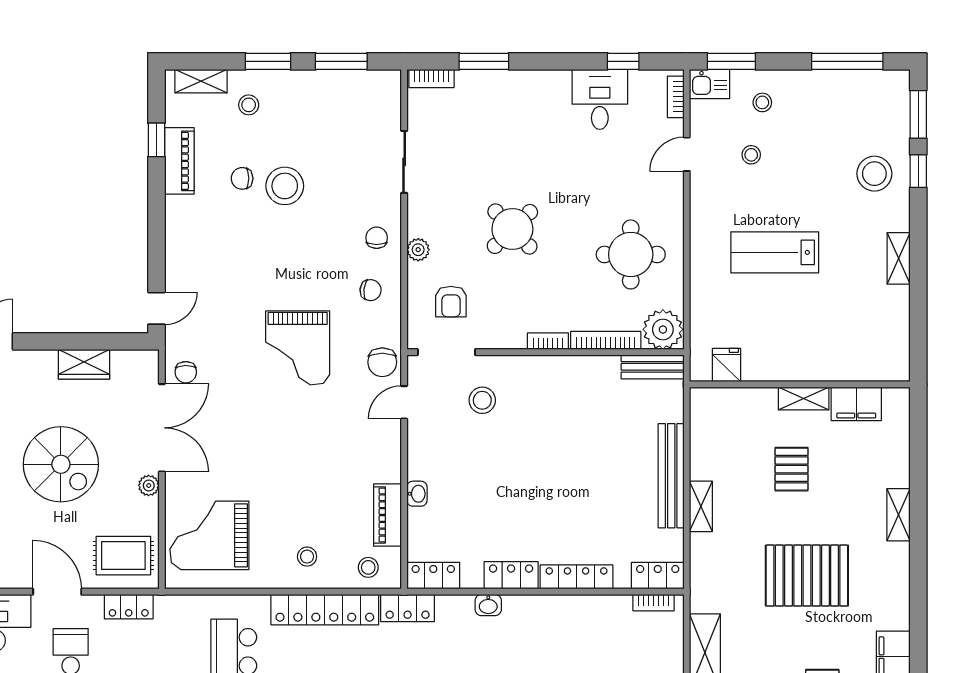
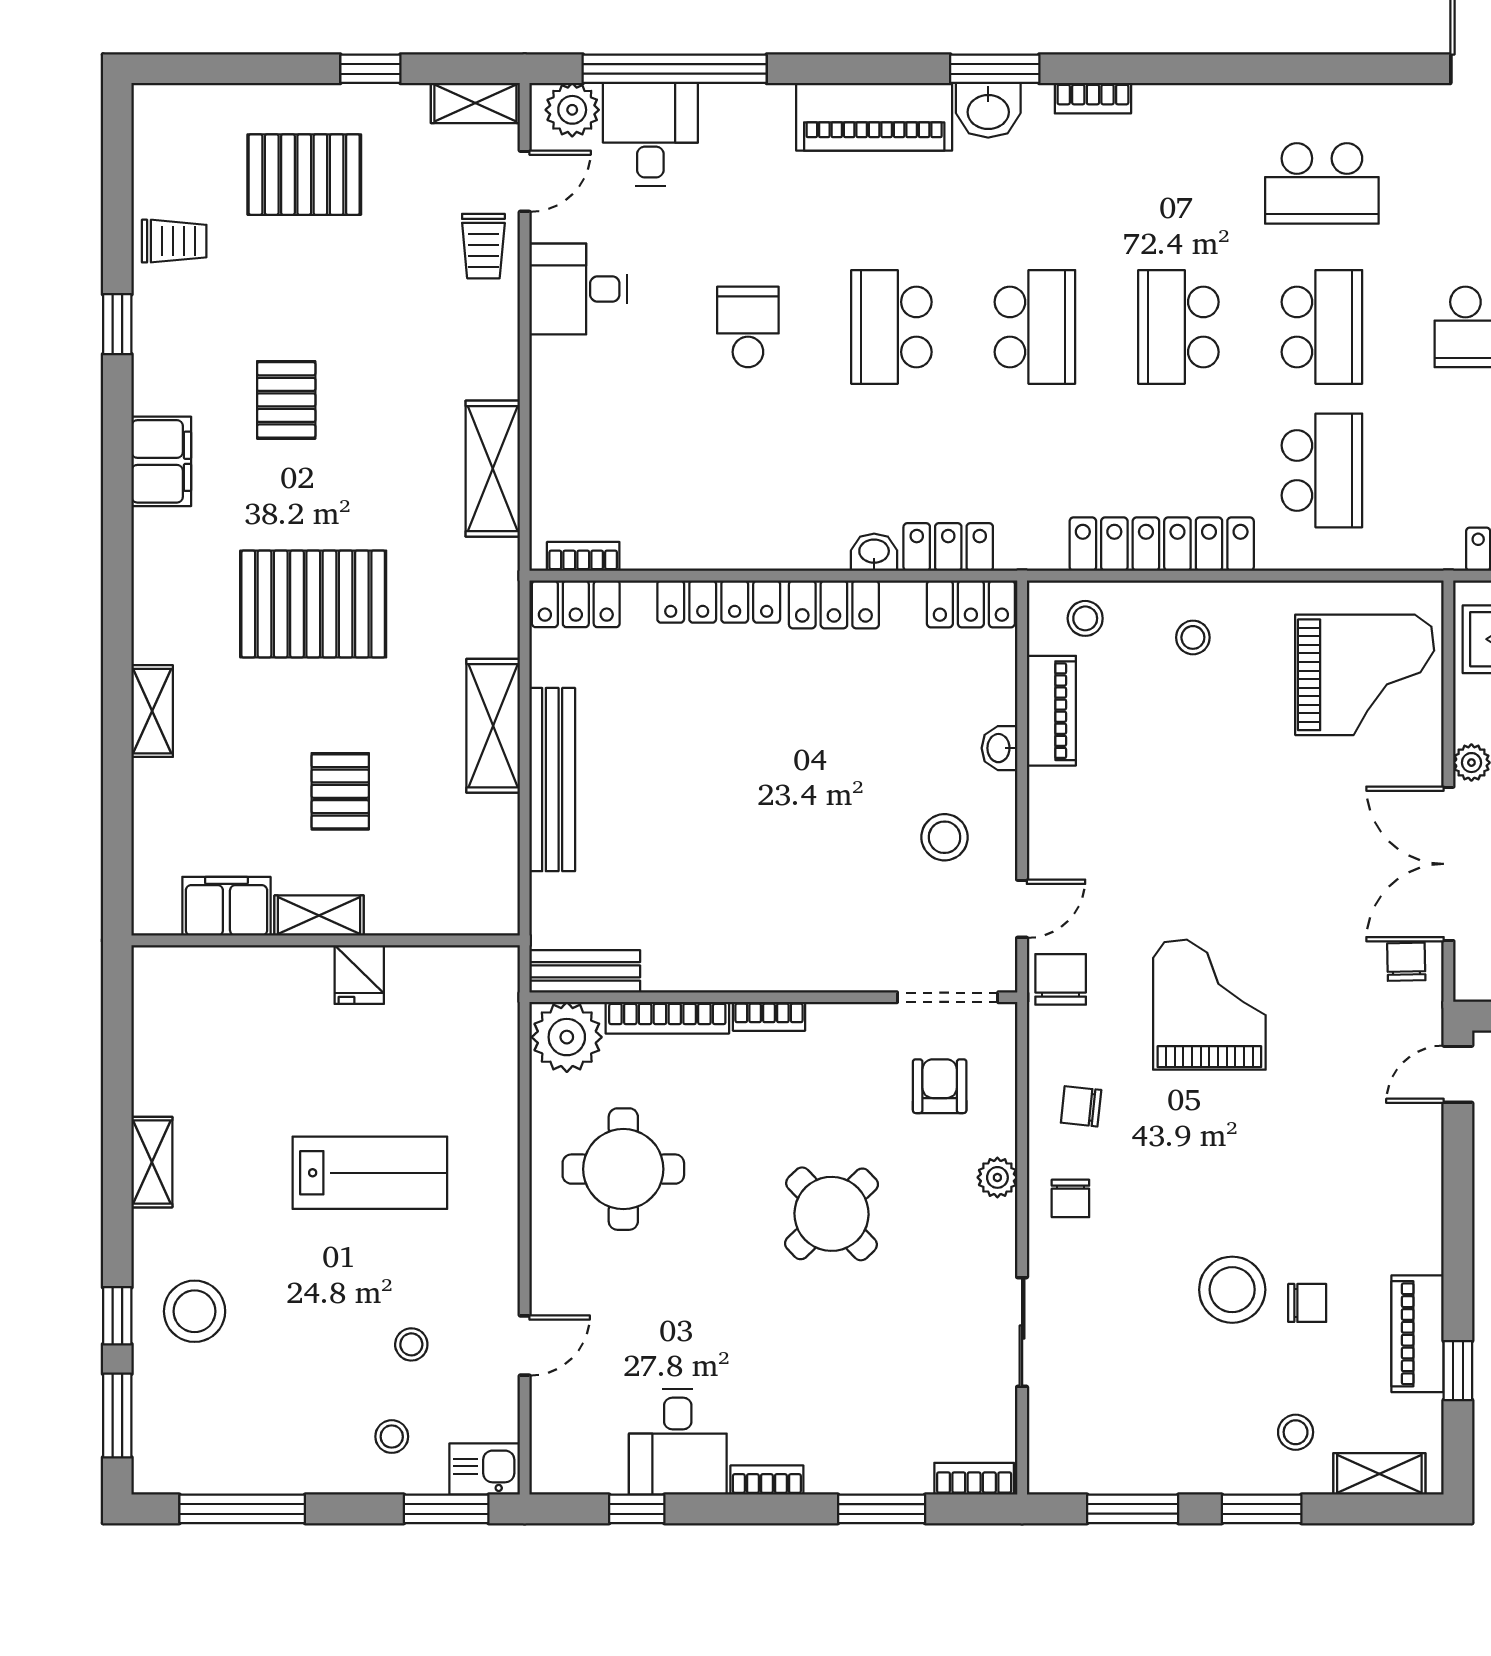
bookcase: (676, 97) -> (767, 1480), moved, turned -90
fridge: (727, 365) -> (359, 975), moved
stool: (482, 400) -> (945, 837), moved
shelving: (701, 506) -> (493, 726), width x1.50, depth x1.33
locker: (408, 608) -> (948, 547), moved

